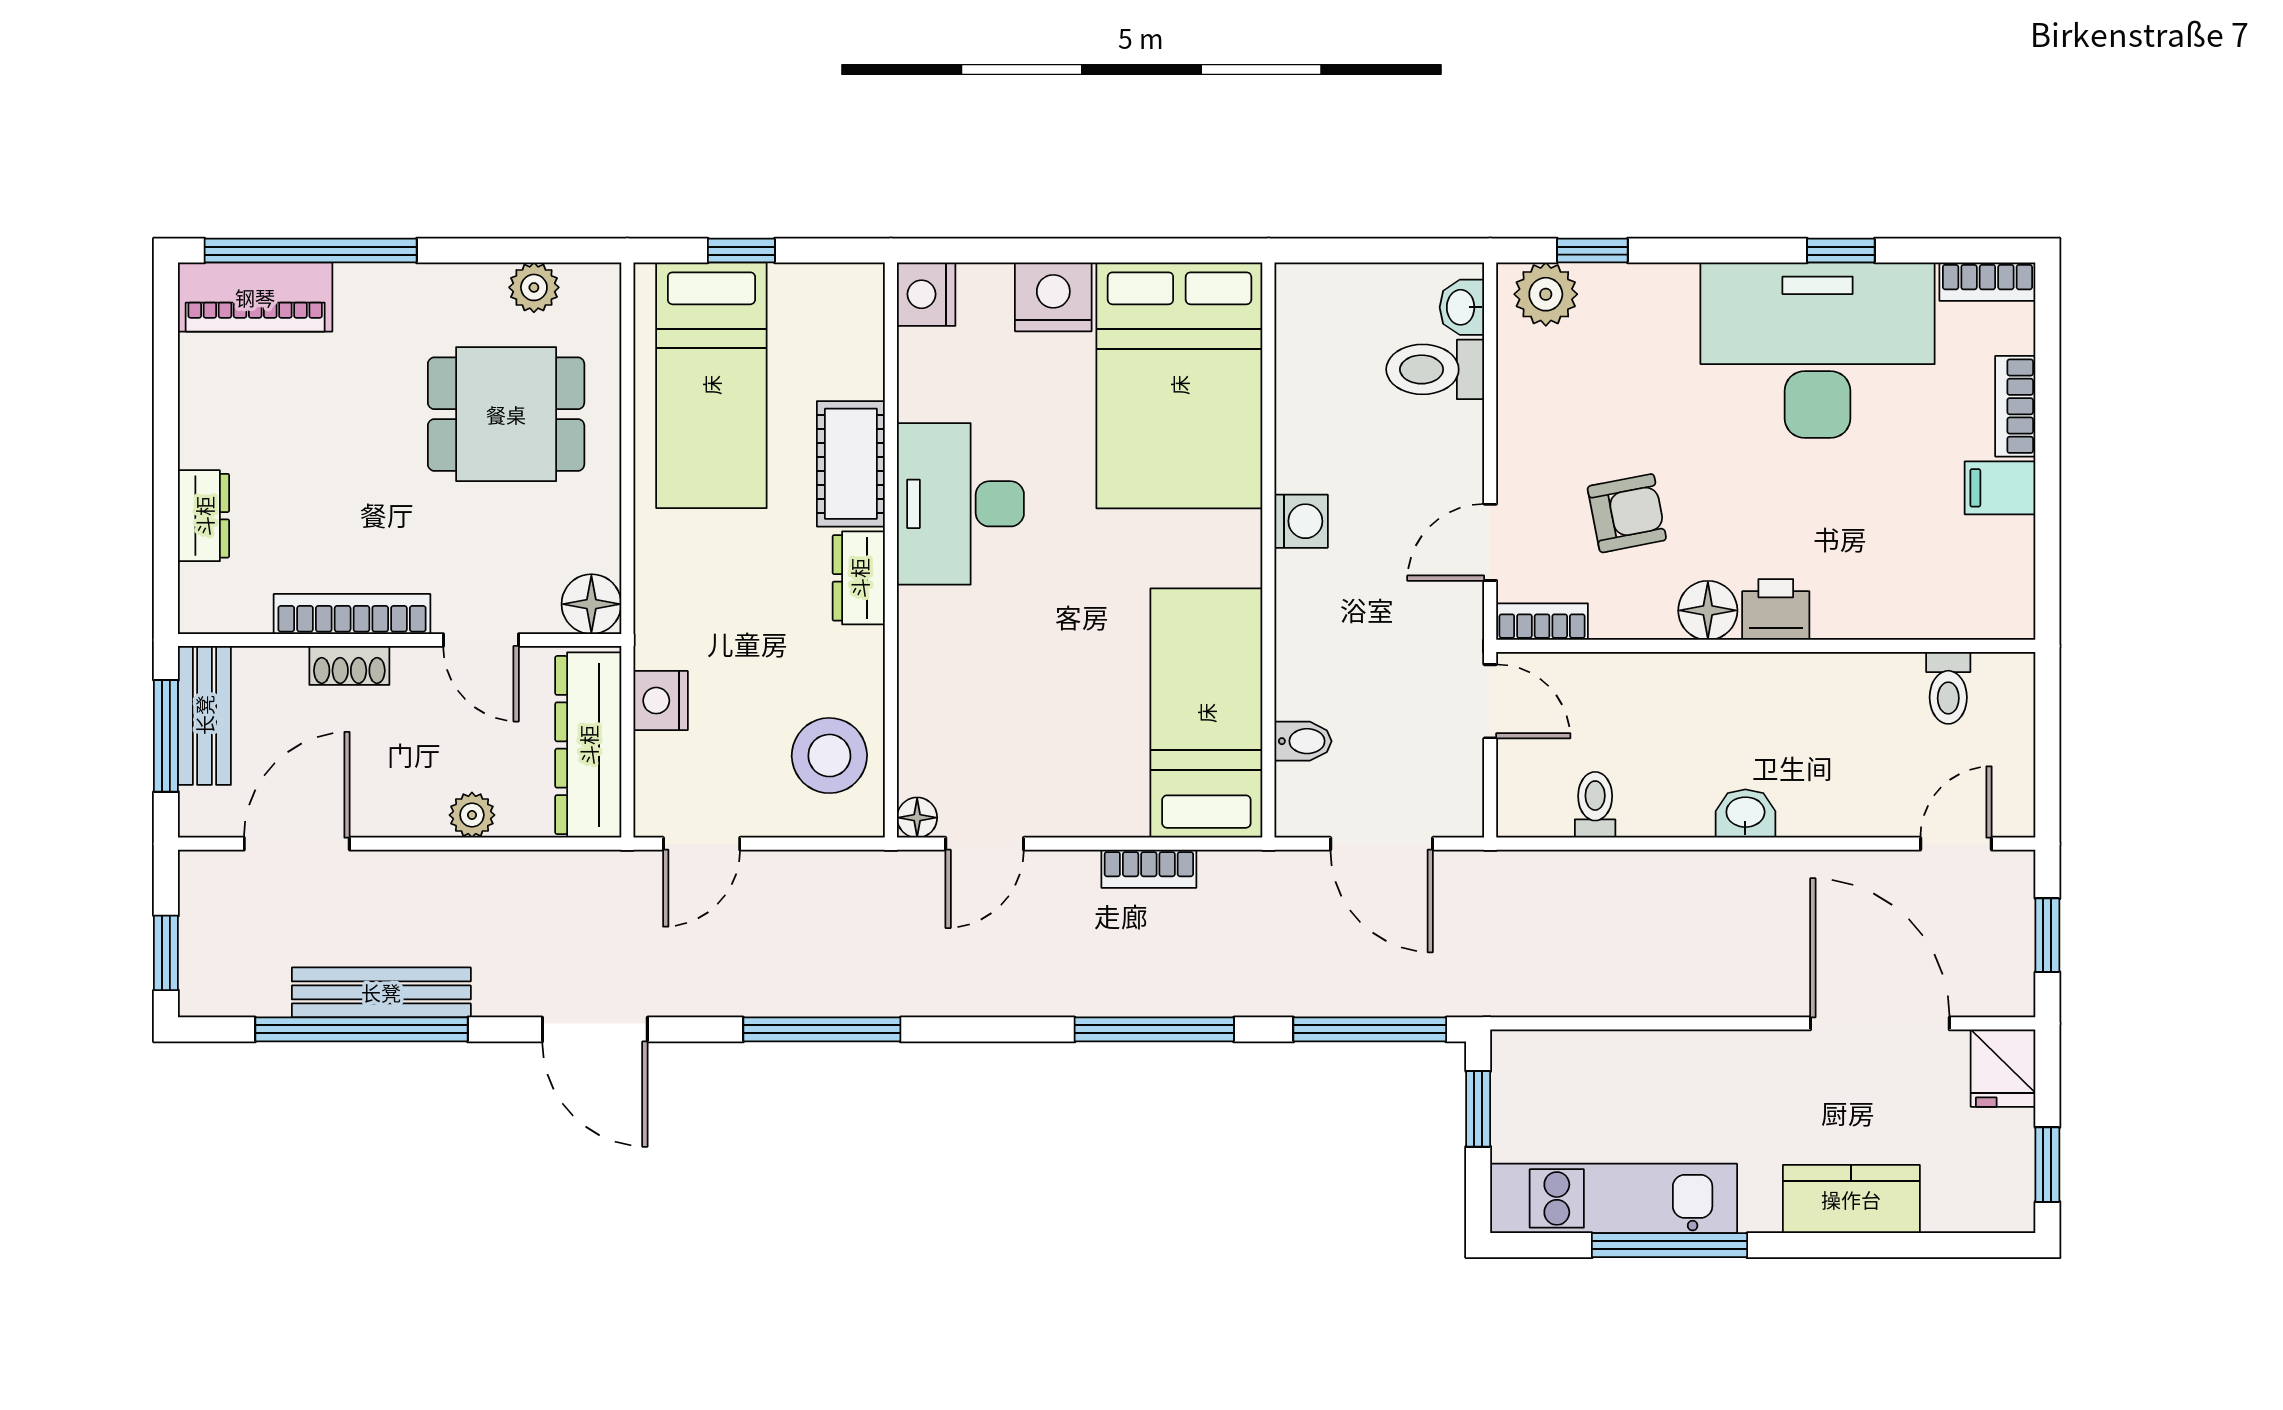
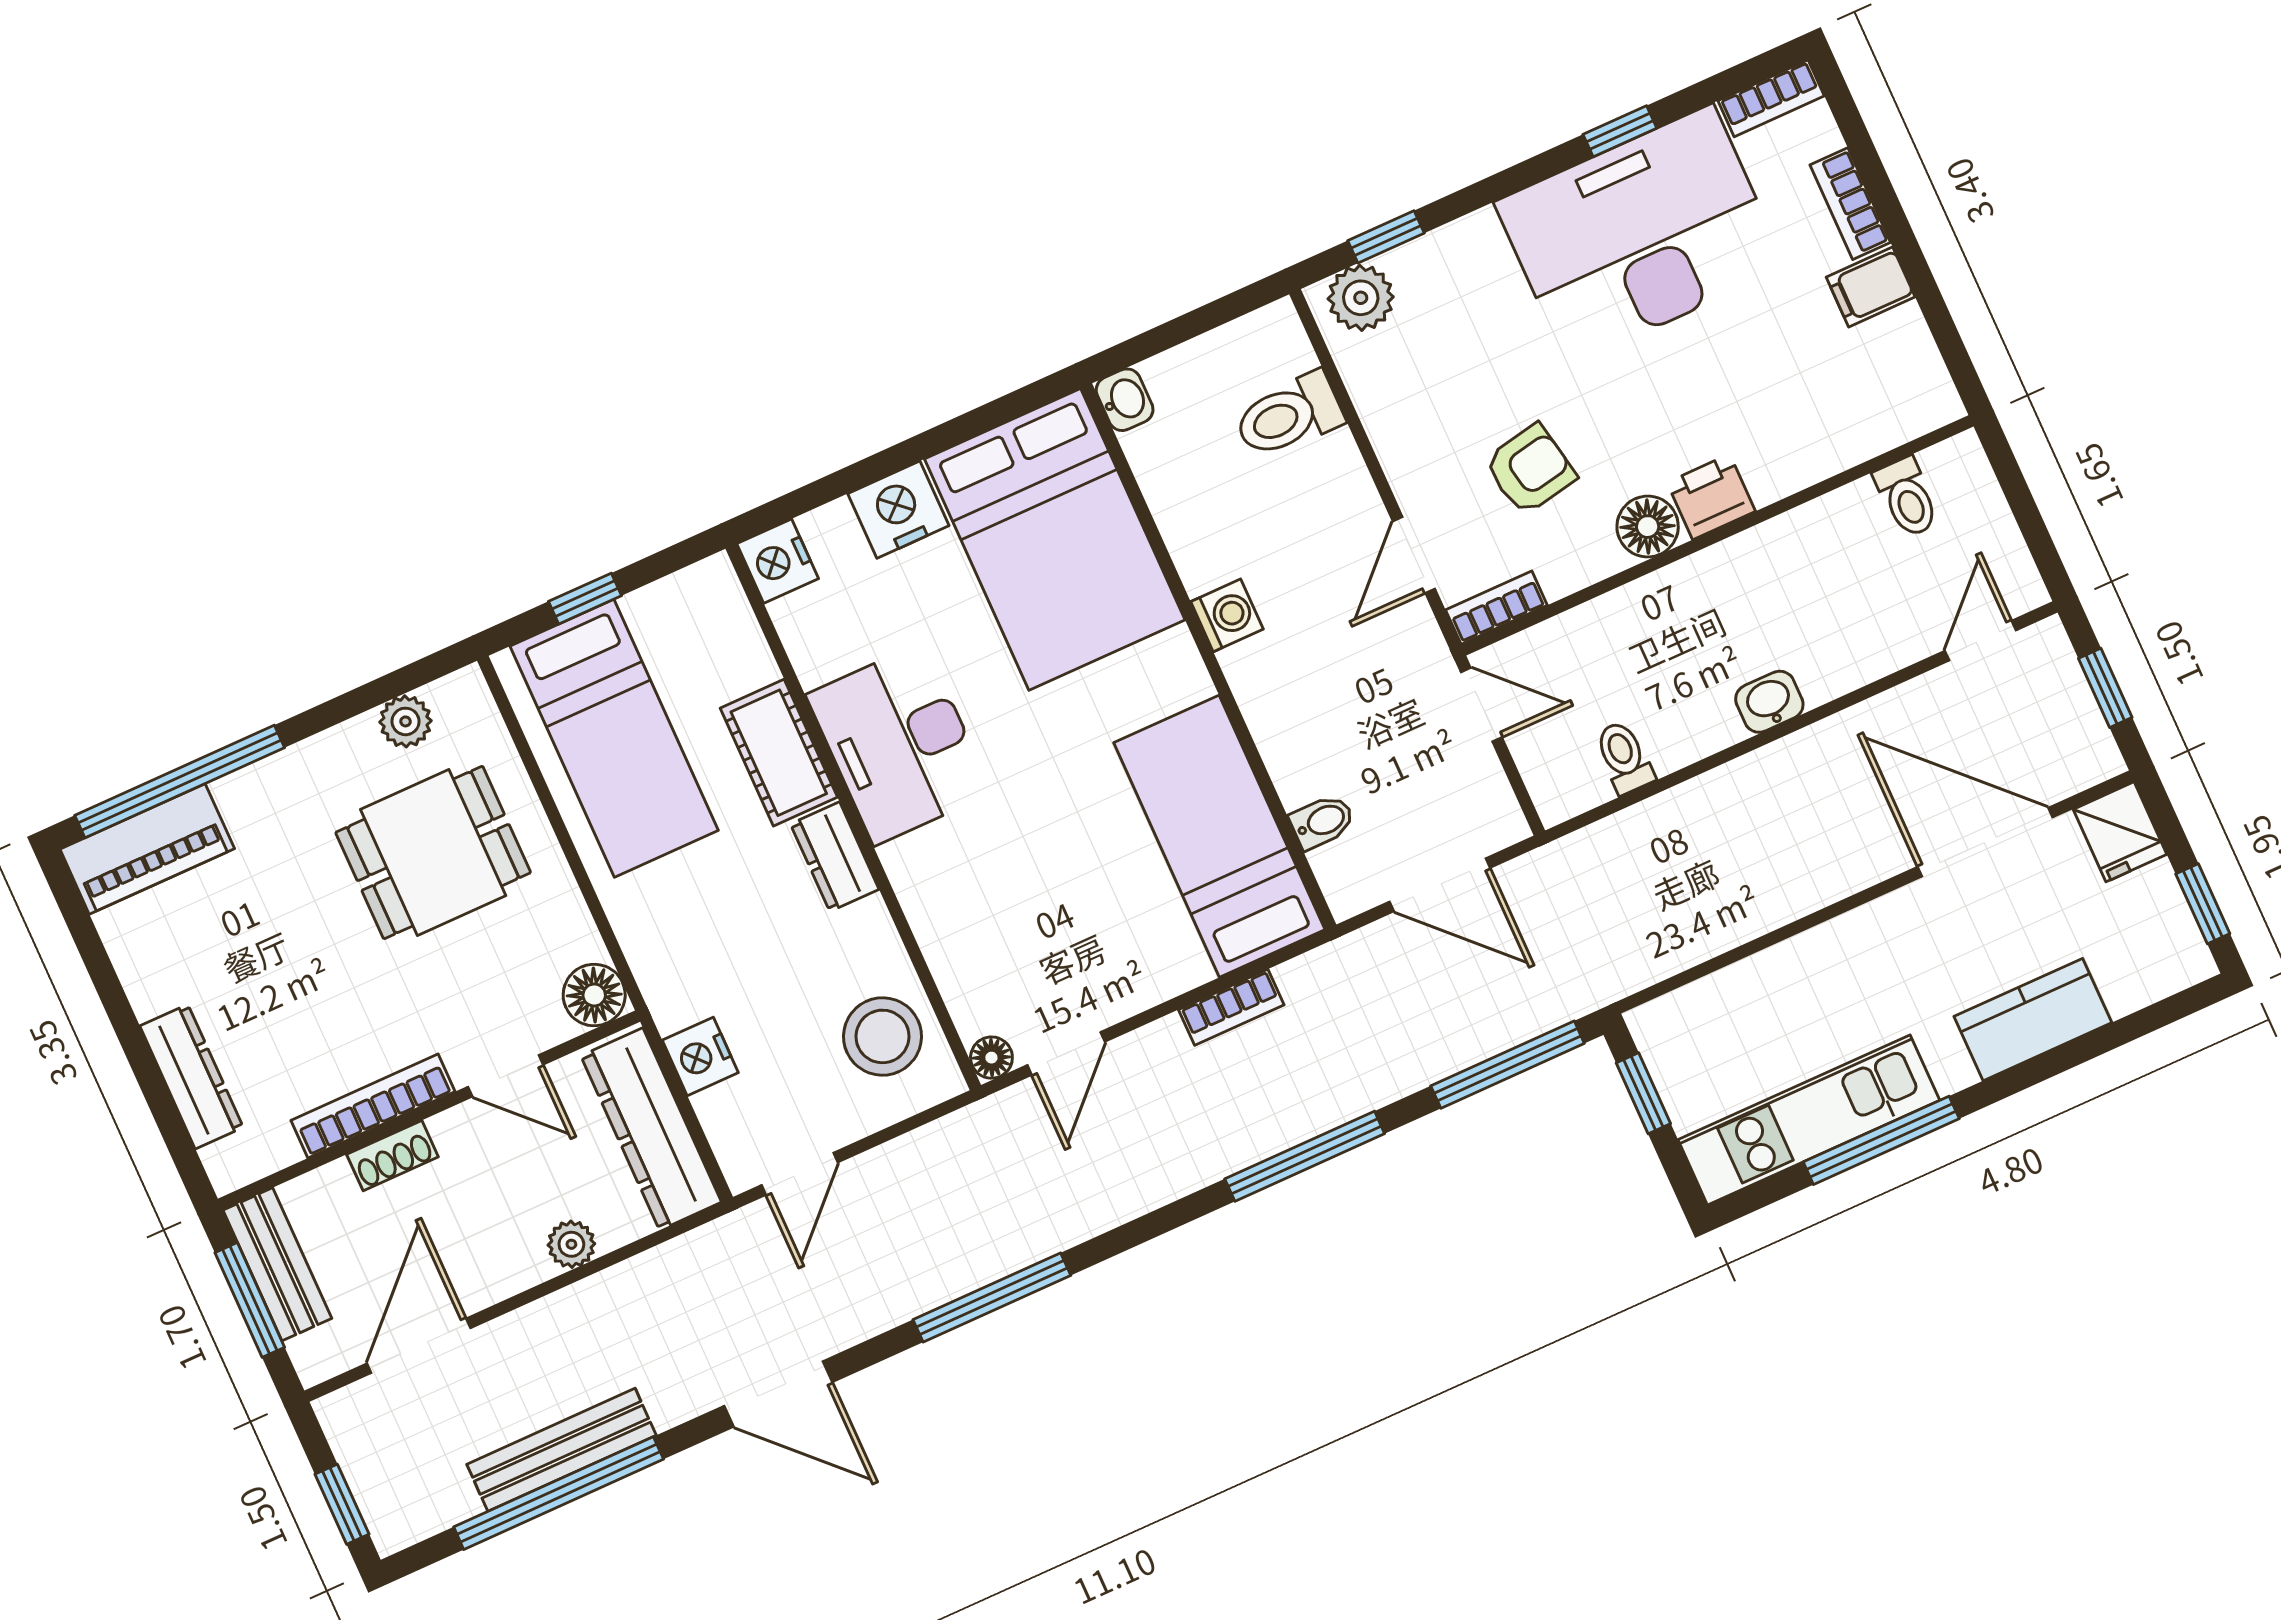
washbasin: (1462, 307) -> (1125, 400), moved, turned 180
dresser: (204, 516) -> (192, 1077), width x1.44

